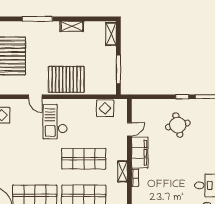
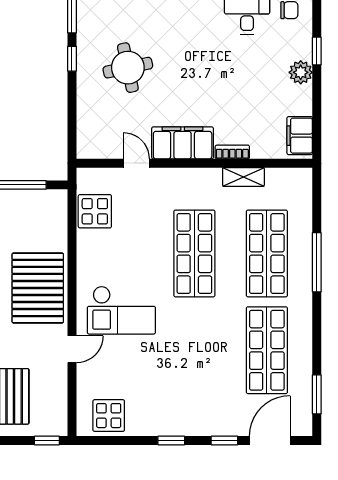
shelving: (122, 171) -> (243, 177), moved

